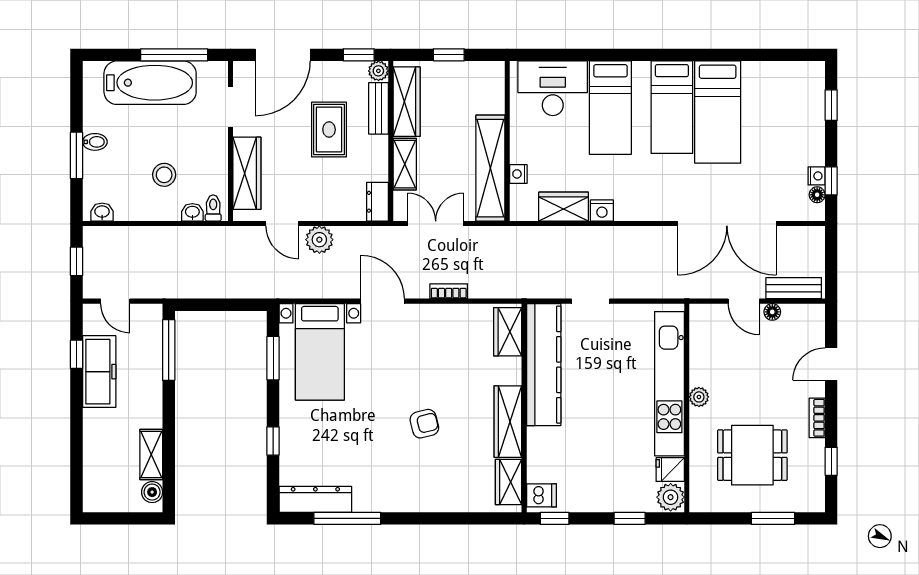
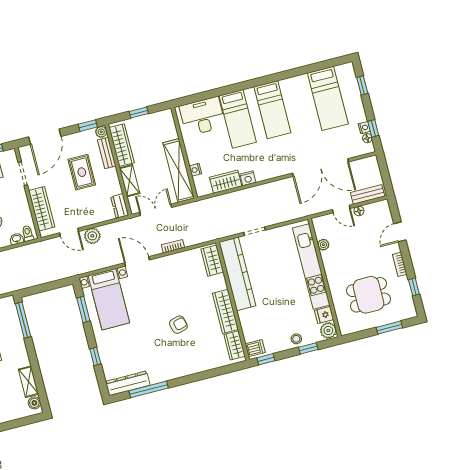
bed: (718, 112) -> (328, 98), moved
plant: (699, 397) -> (323, 245), moved
stool: (614, 497) -> (296, 339), added

